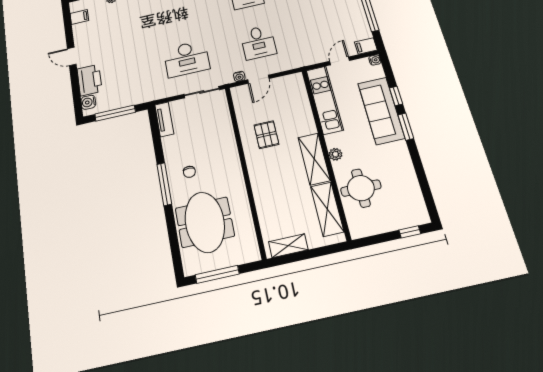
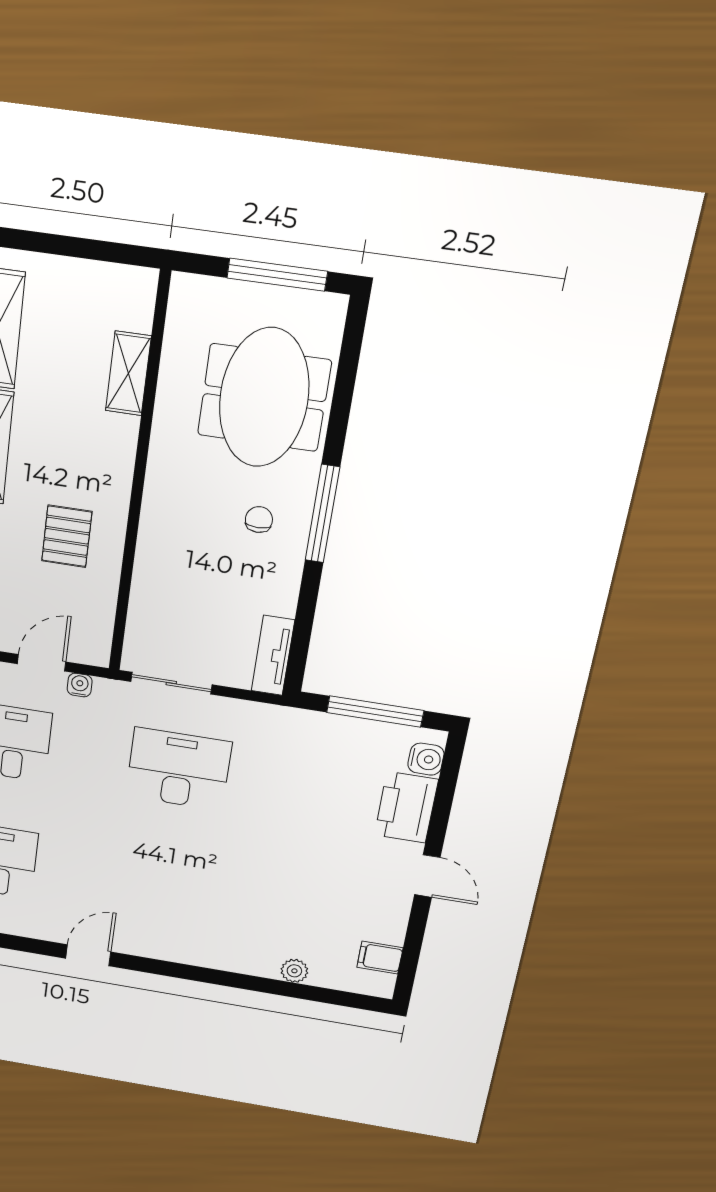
shelving: (288, 246) -> (128, 373), moved, turned 90

